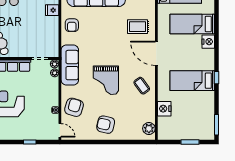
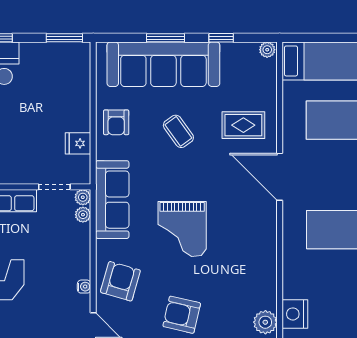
fridge: (52, 10) -> (78, 143), moved
coffee table: (142, 86) -> (178, 131), moved
nightstand: (164, 109) -> (295, 314), moved

